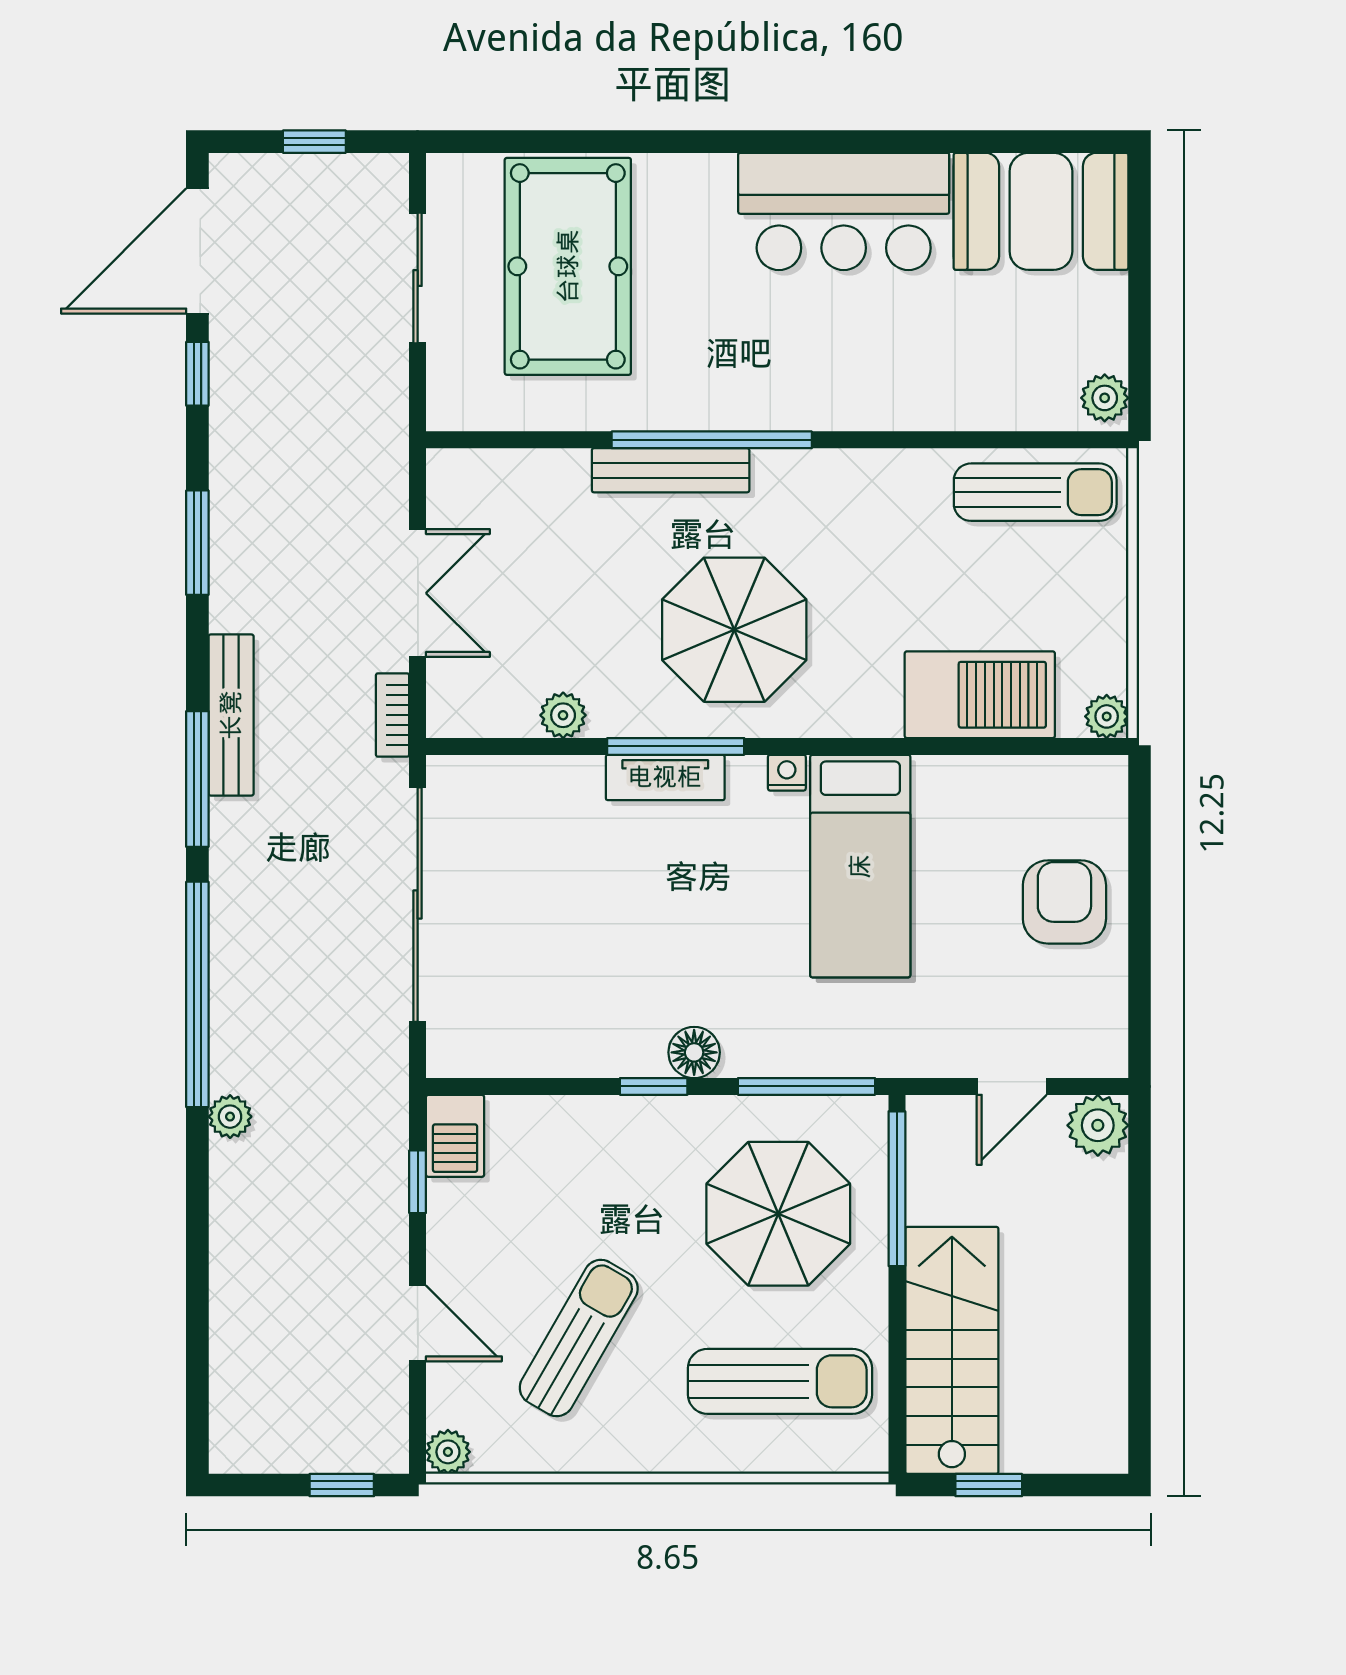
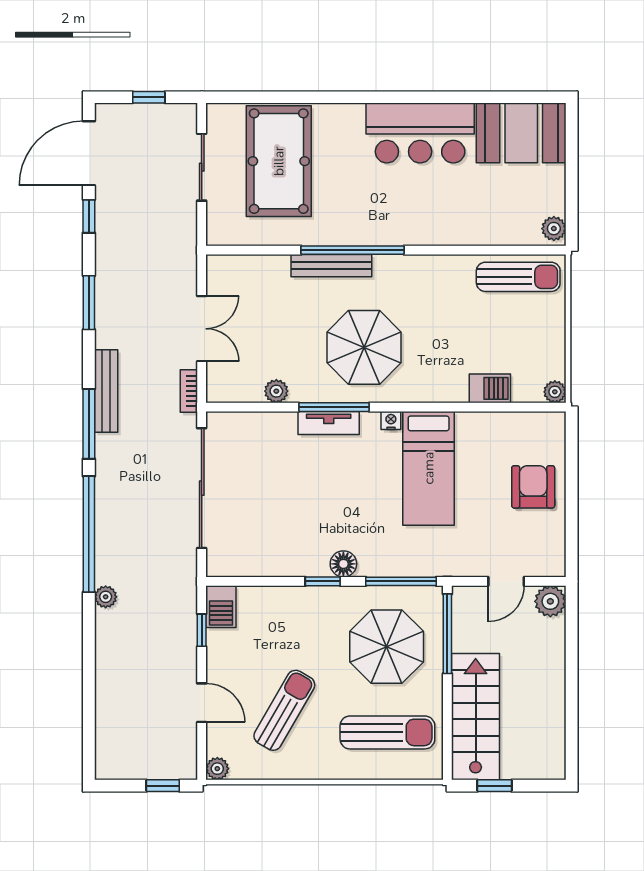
barbecue: (980, 695) -> (490, 388), width x0.53, depth x0.65

